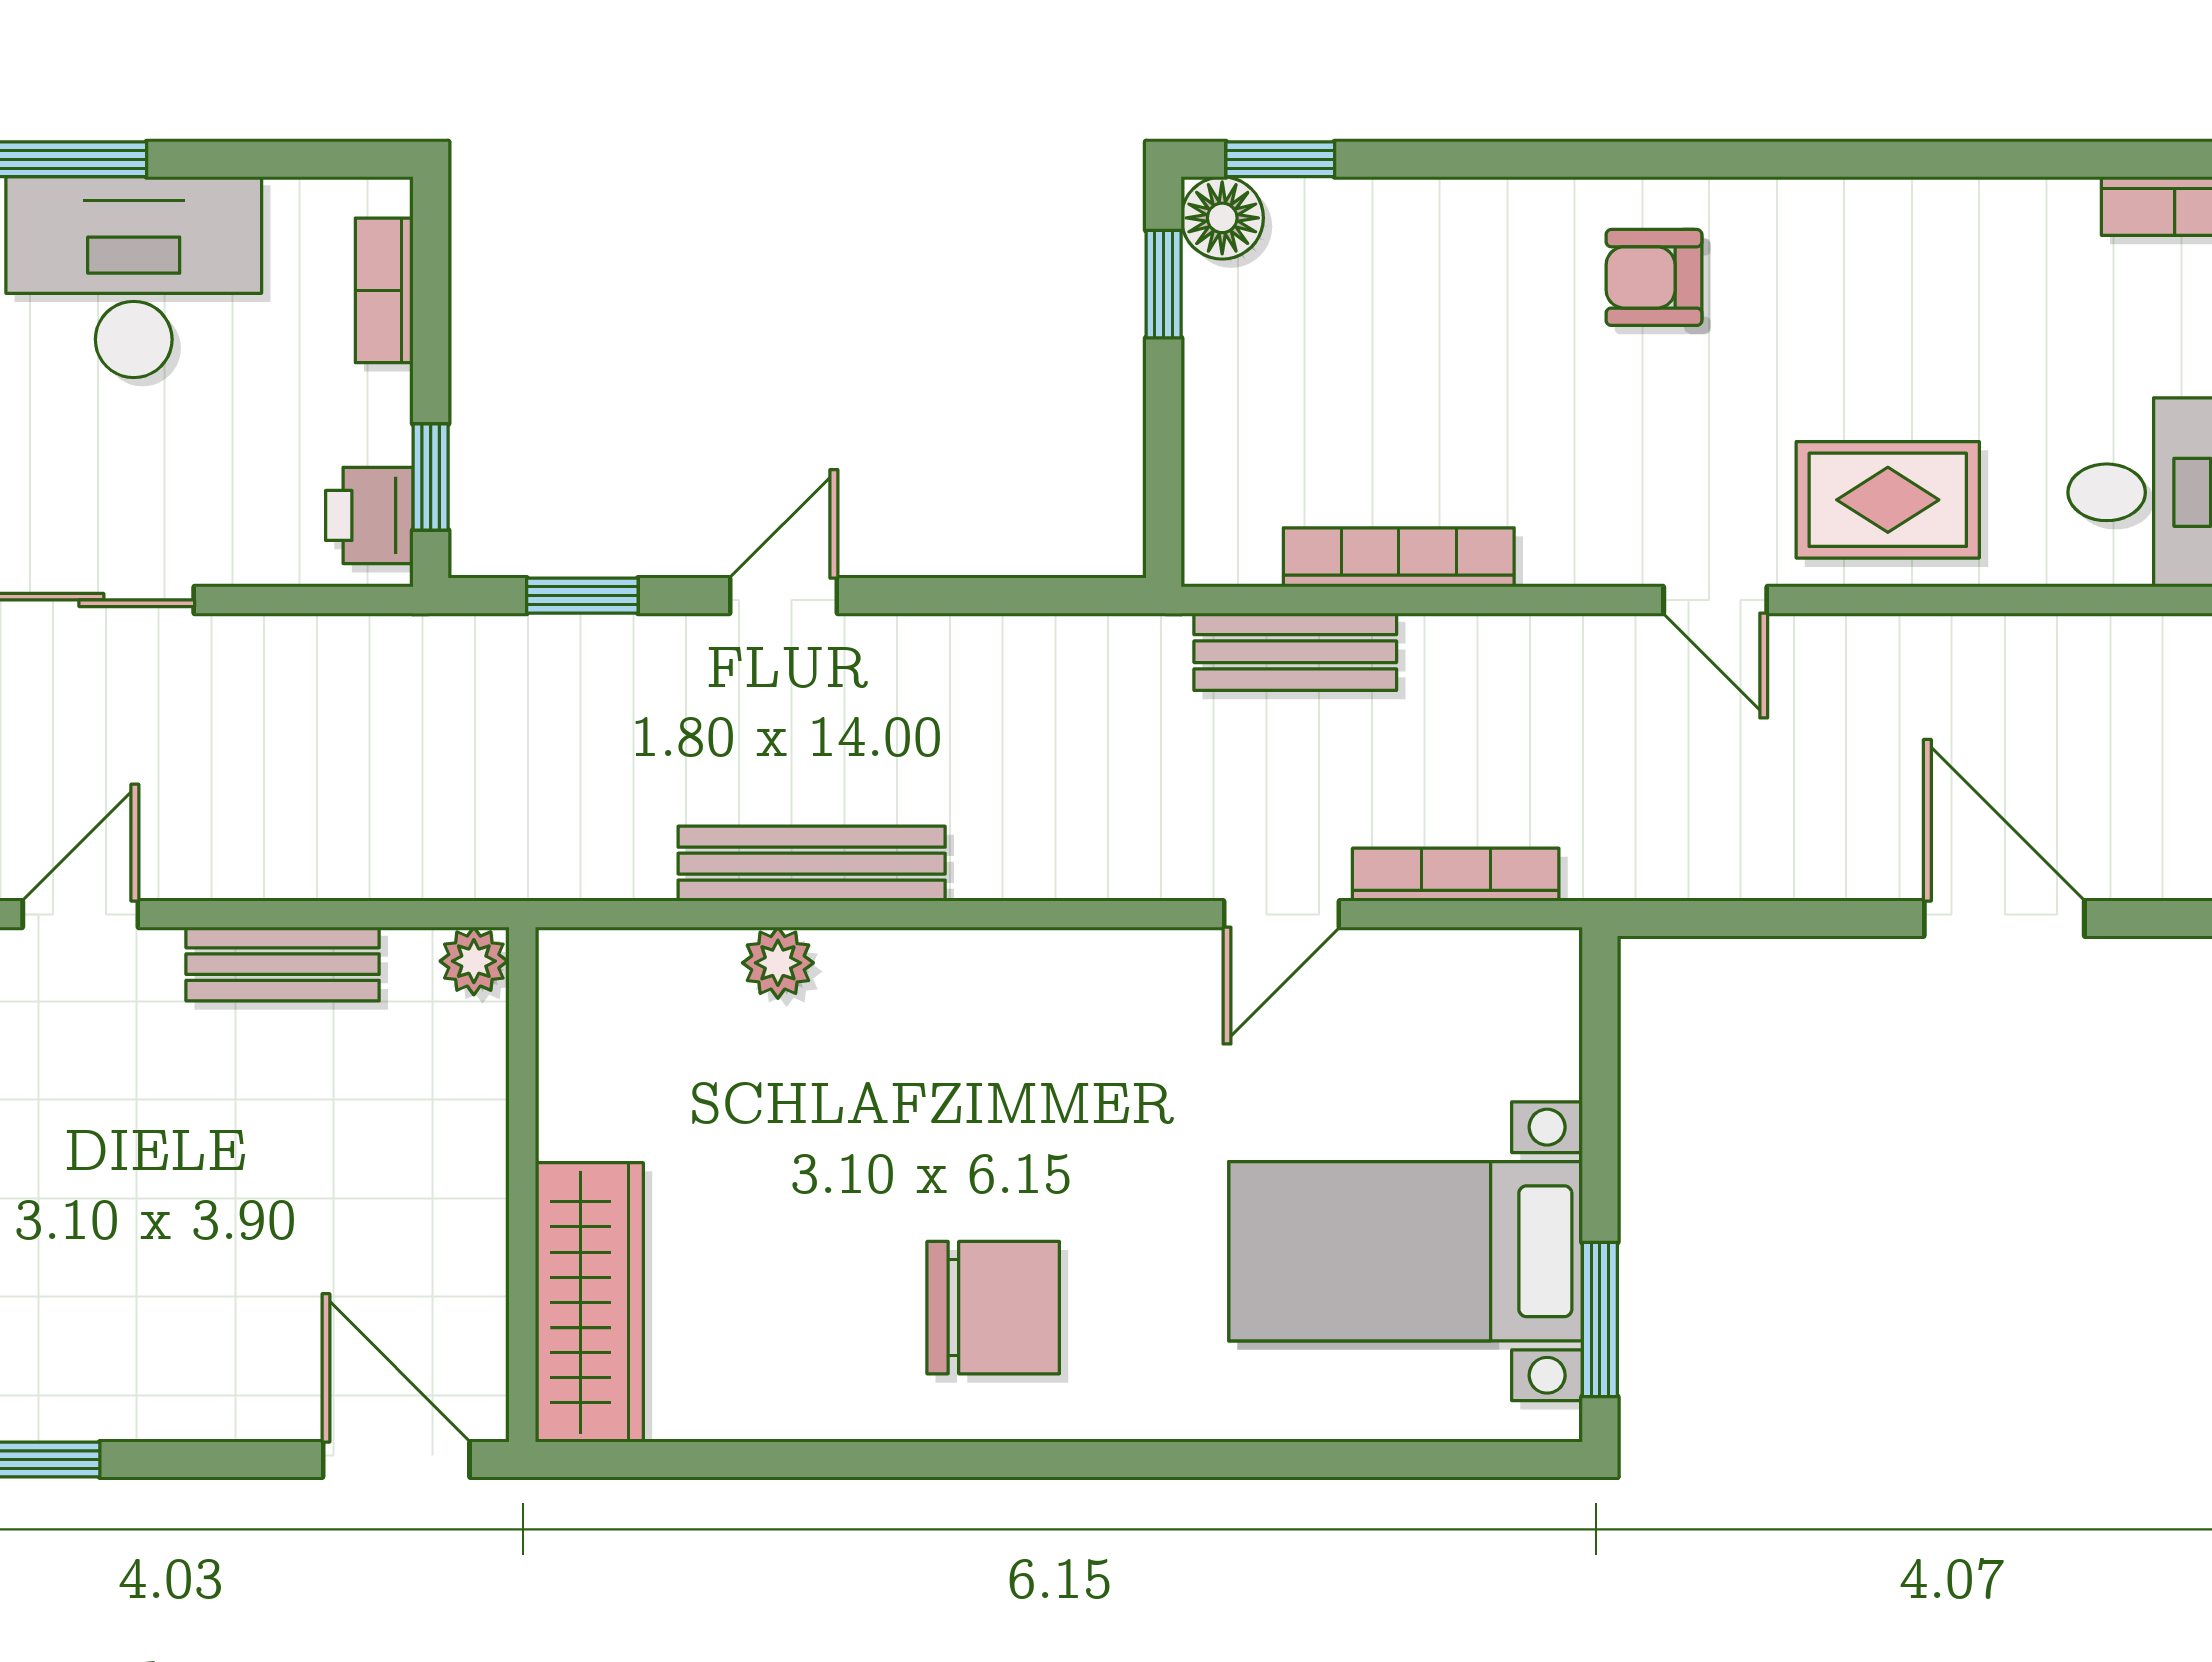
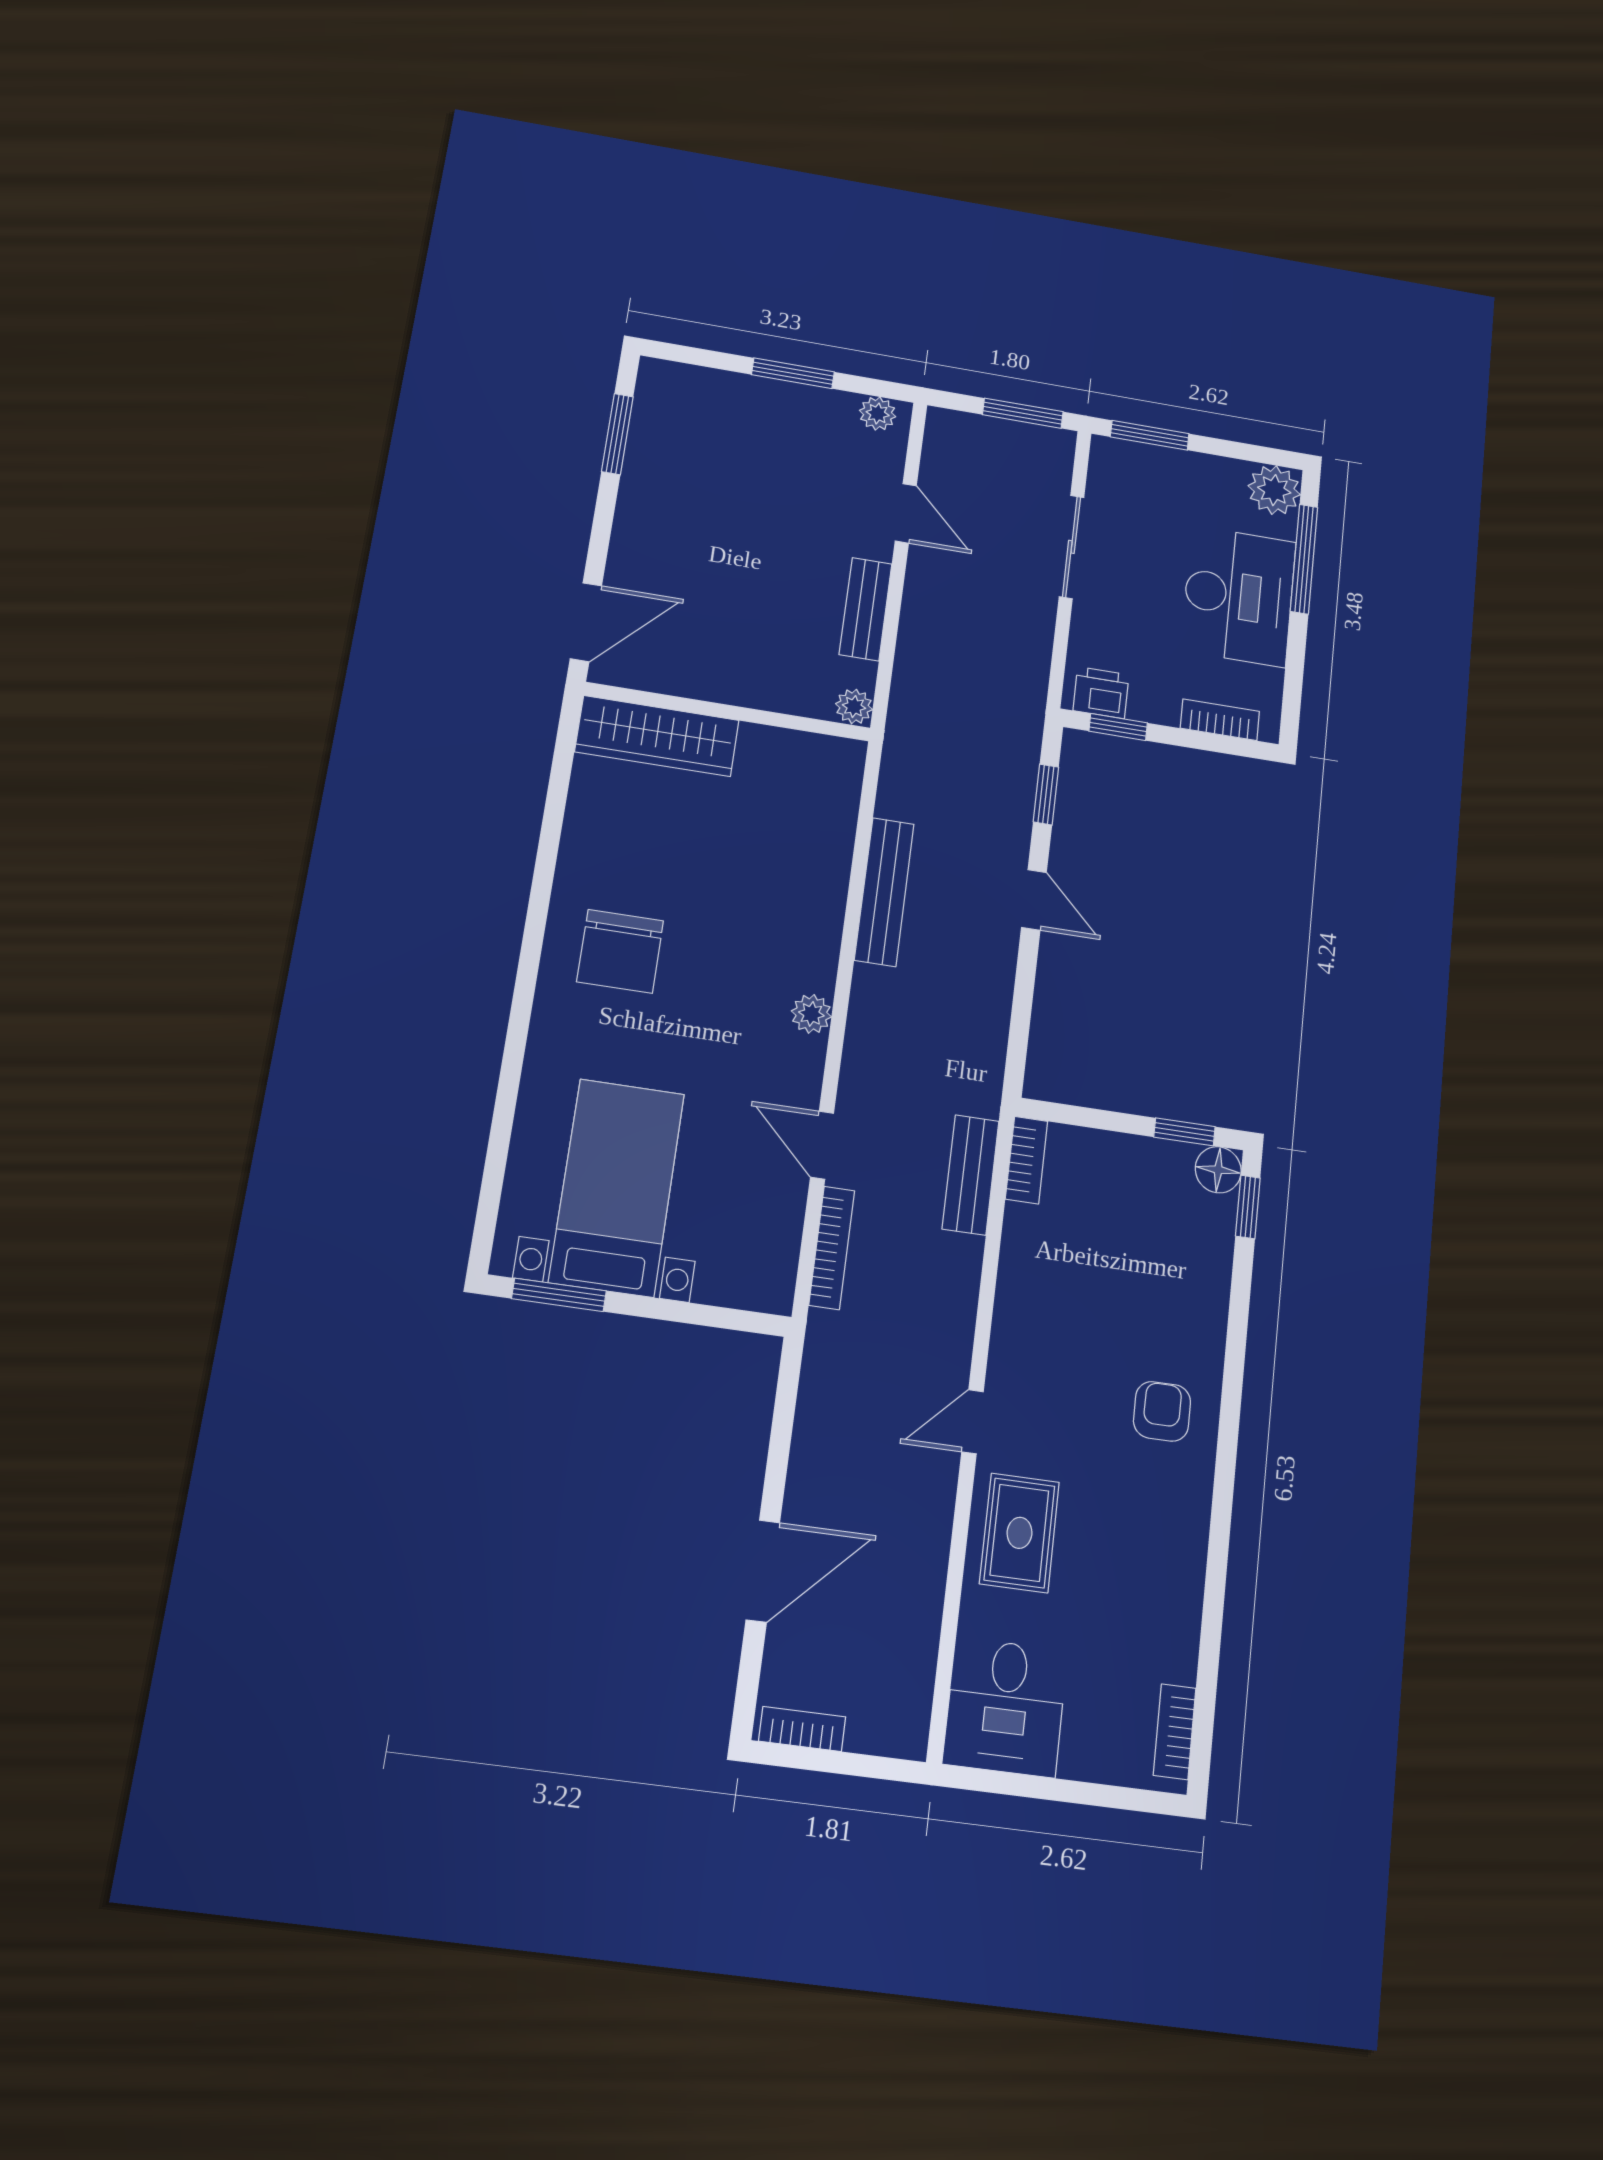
bookcase: (1399, 557) -> (1027, 1160), moved, width x0.64
plant: (778, 963) -> (811, 1014), moved

